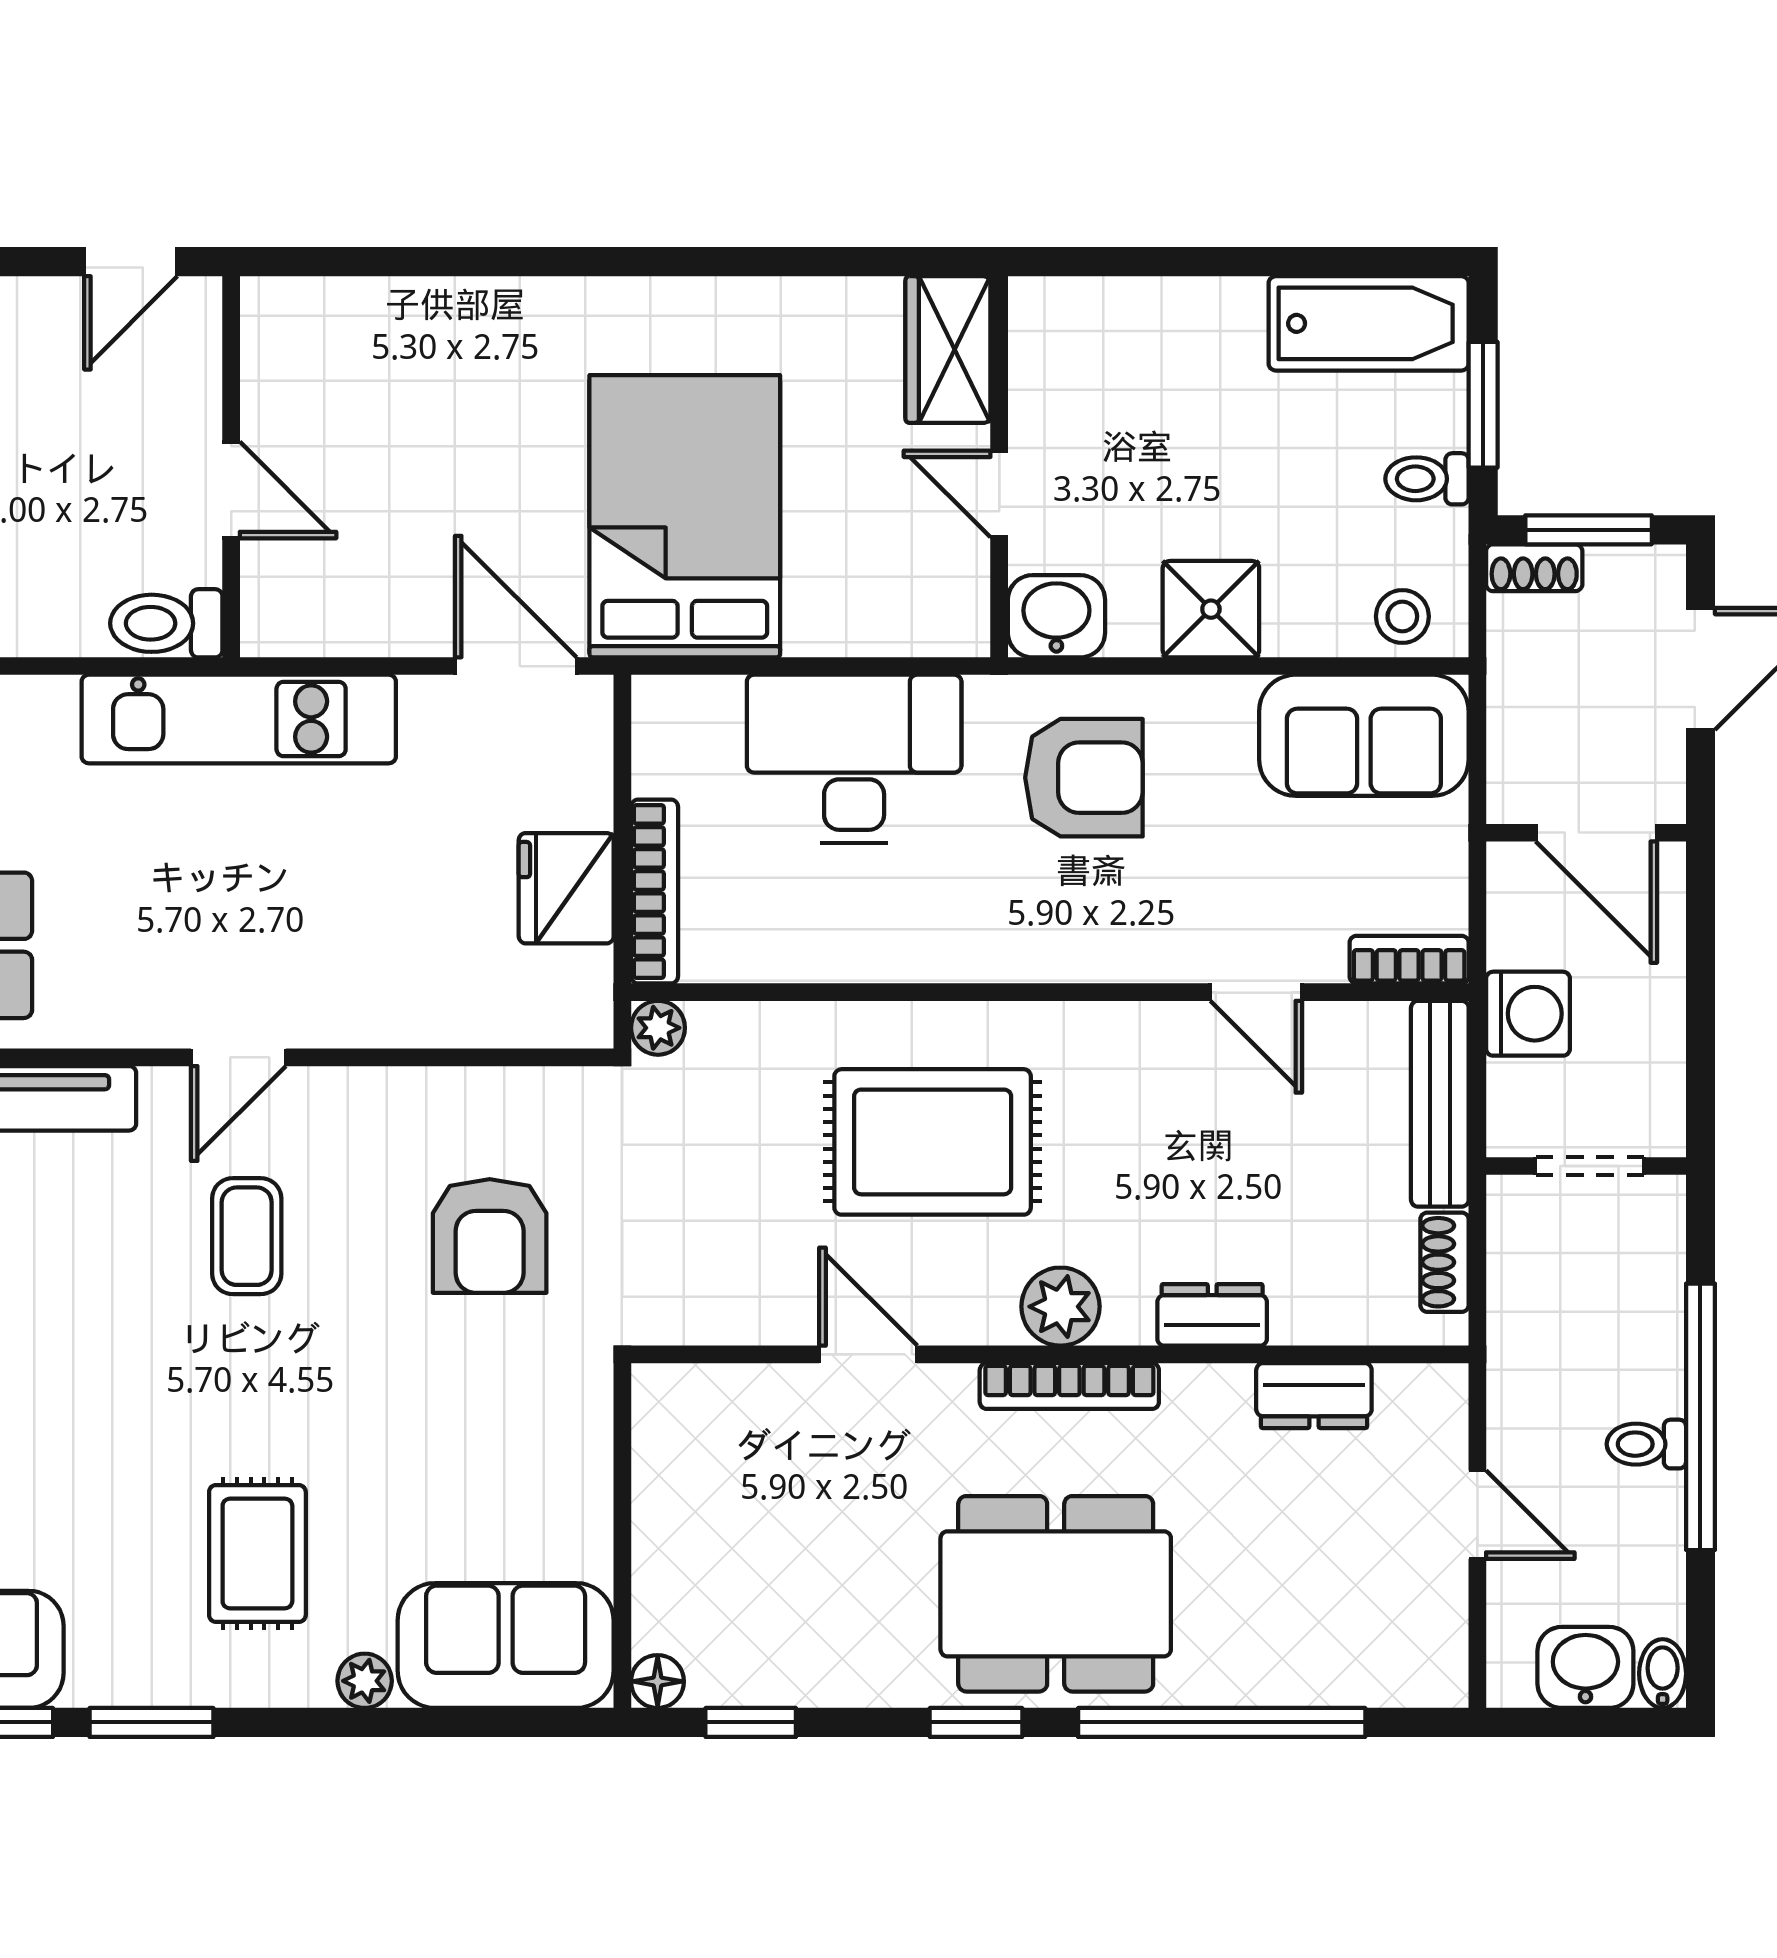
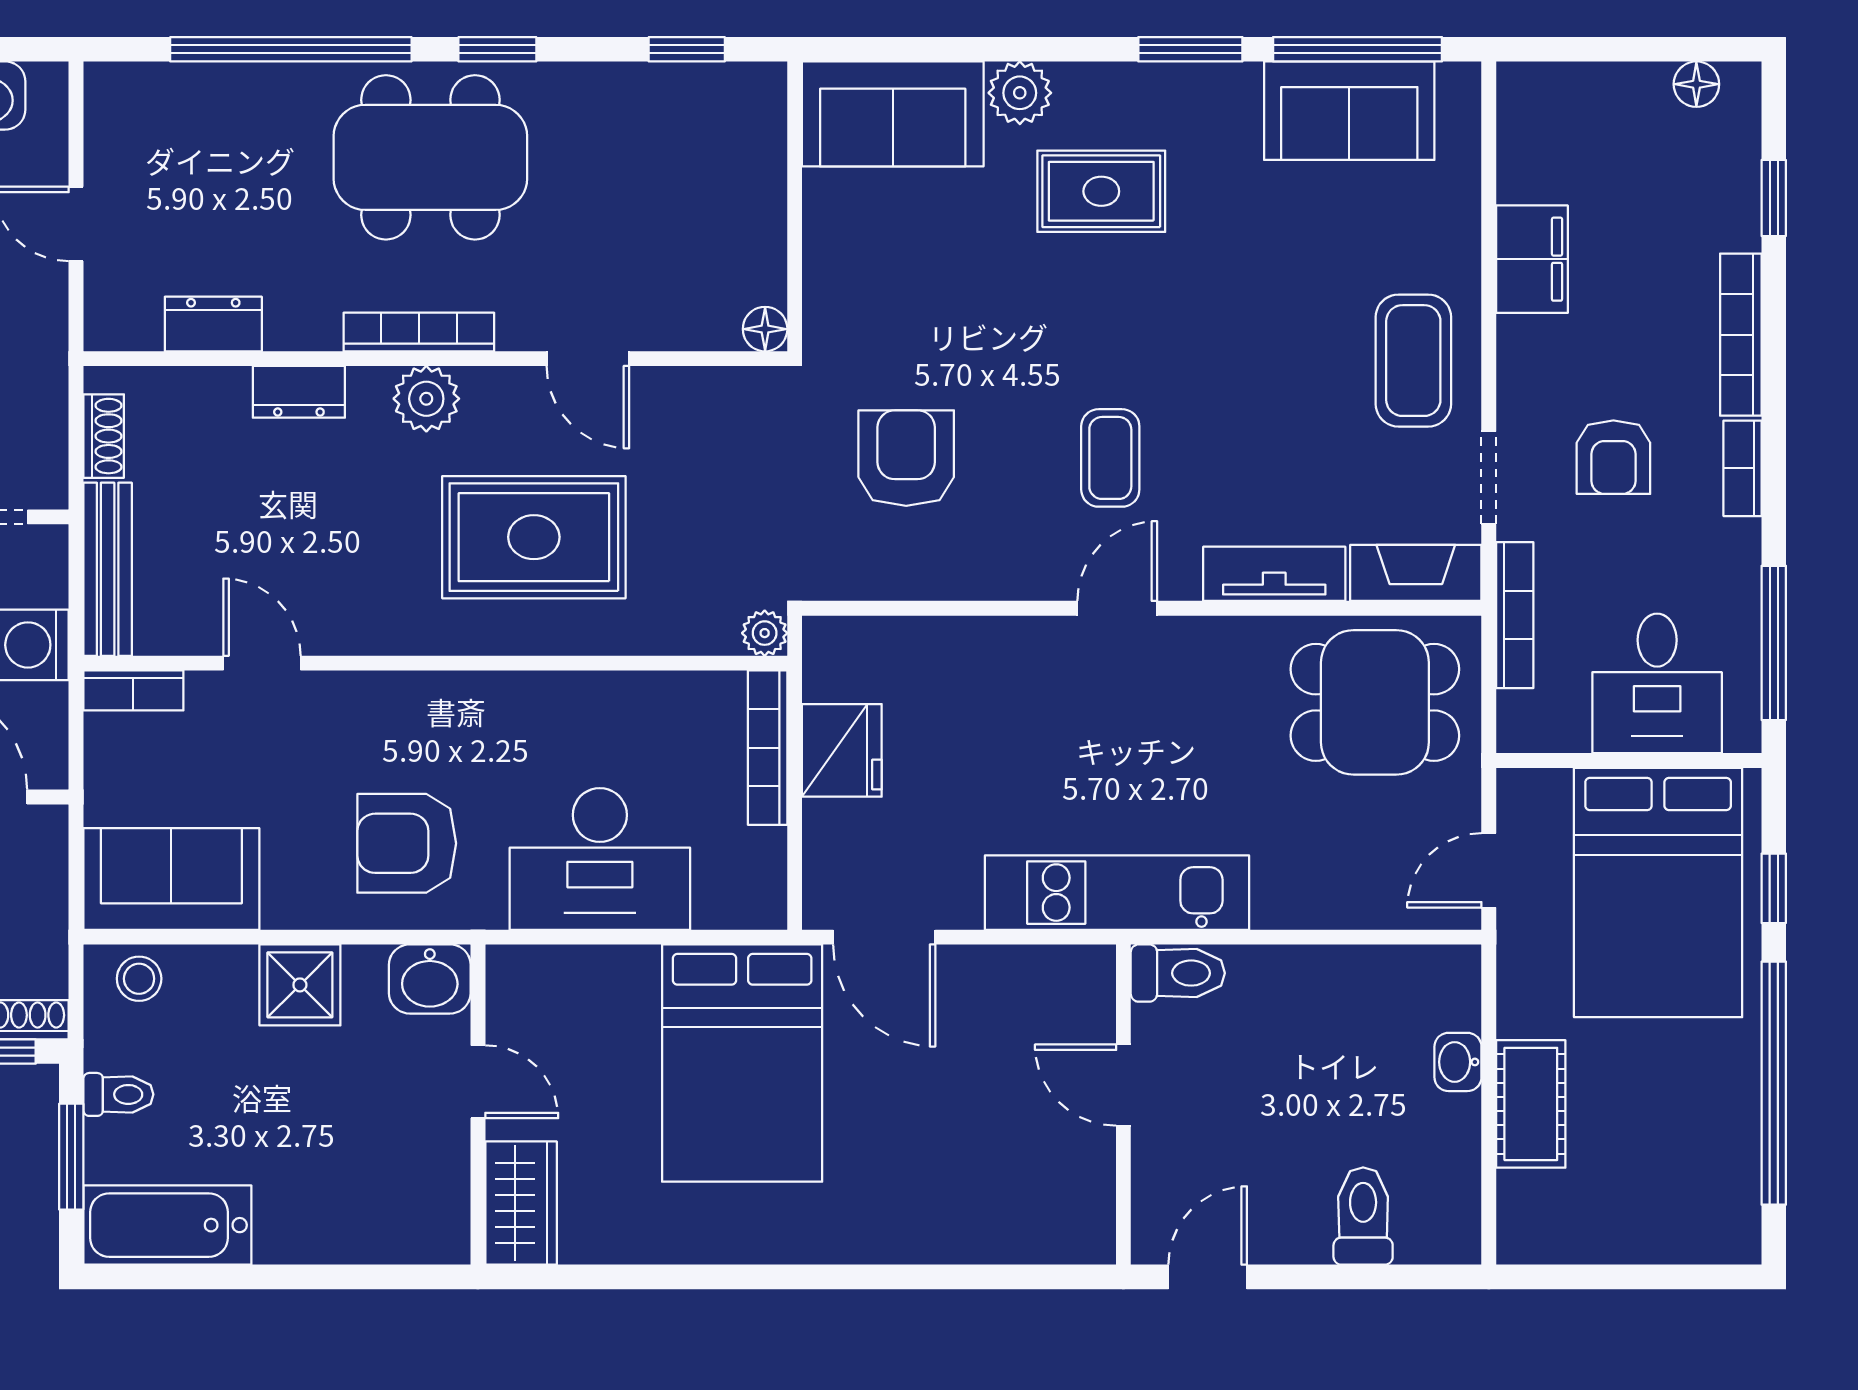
rug: (257, 1553) -> (1101, 191), turned 90
plant: (365, 1681) -> (1020, 93), width x1.38, depth x1.38
floor lamp: (658, 1681) -> (765, 329), moved

